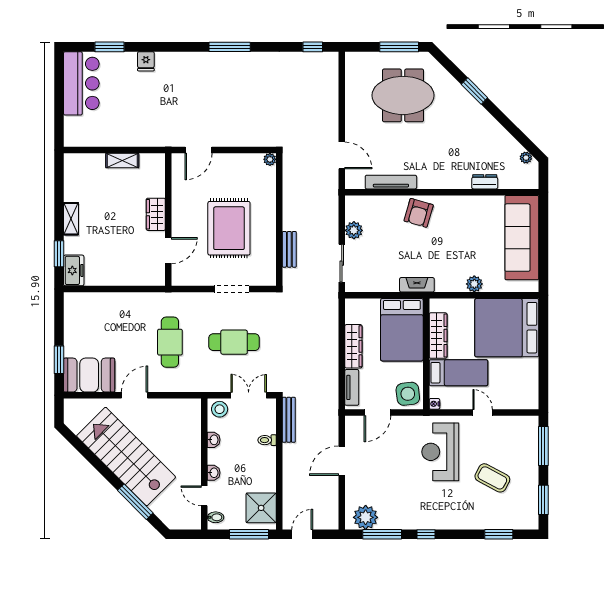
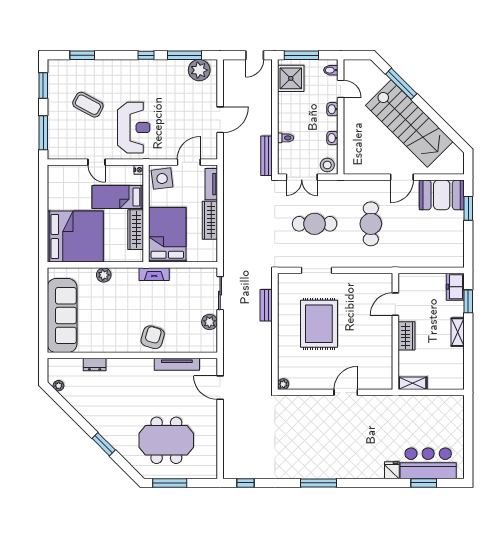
bar counter: (81, 83) -> (428, 463), moved, turned 90
wardrobe: (156, 214) -> (406, 336), moved
wall: (168, 219) -> (395, 331), moved
door: (168, 251) -> (395, 304), moved

